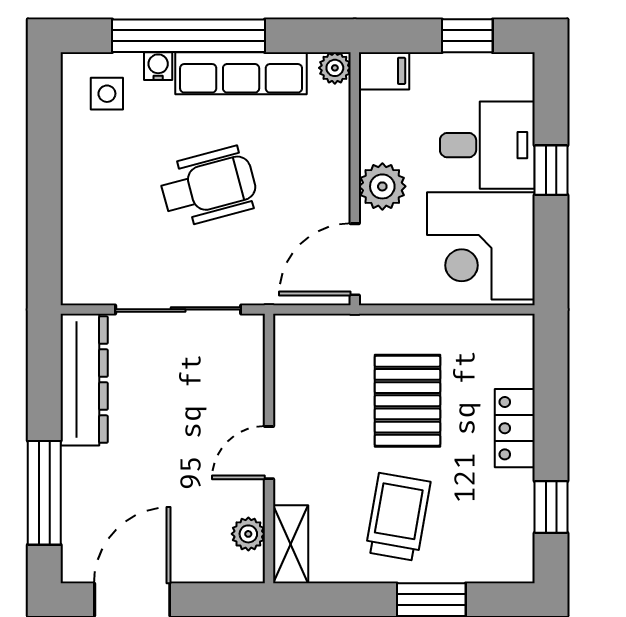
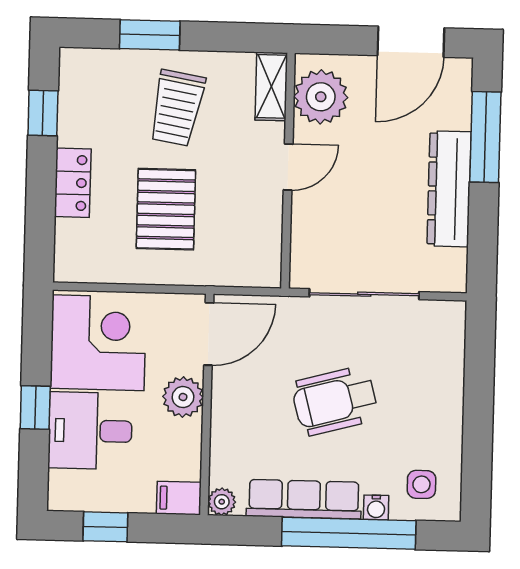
dresser: (84, 380) -> (449, 189), moved
plant: (248, 534) -> (321, 97), width x1.87, depth x1.87

